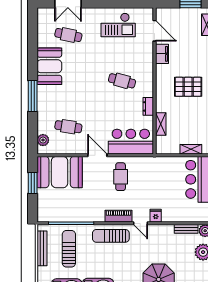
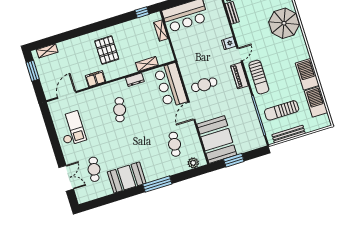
filing cabinet: (162, 54) -> (95, 79), moved

